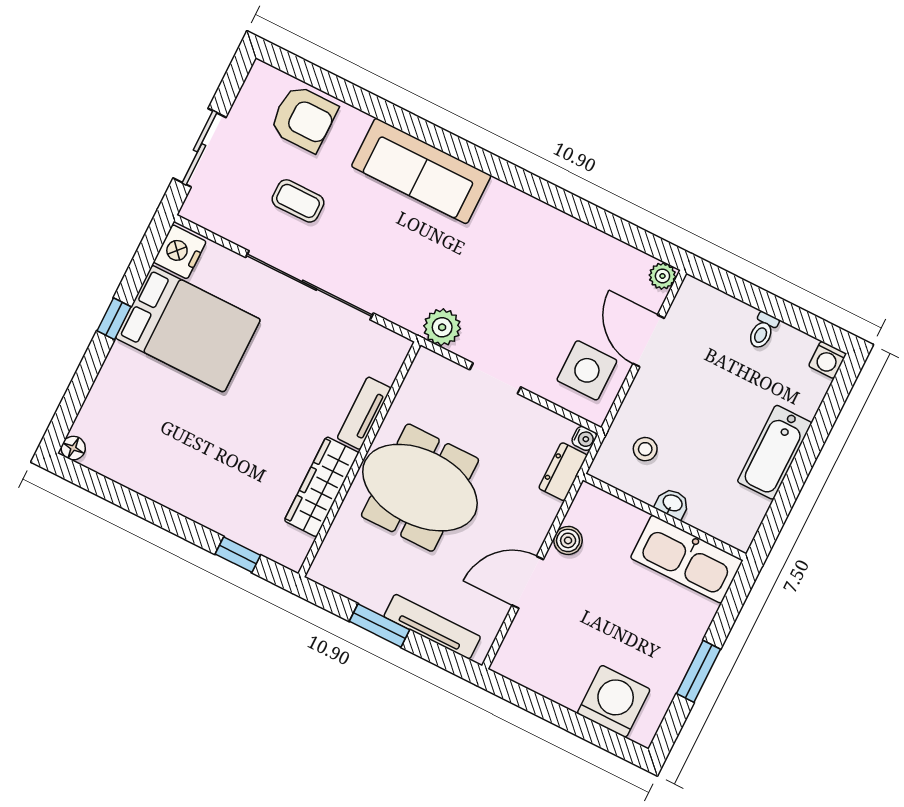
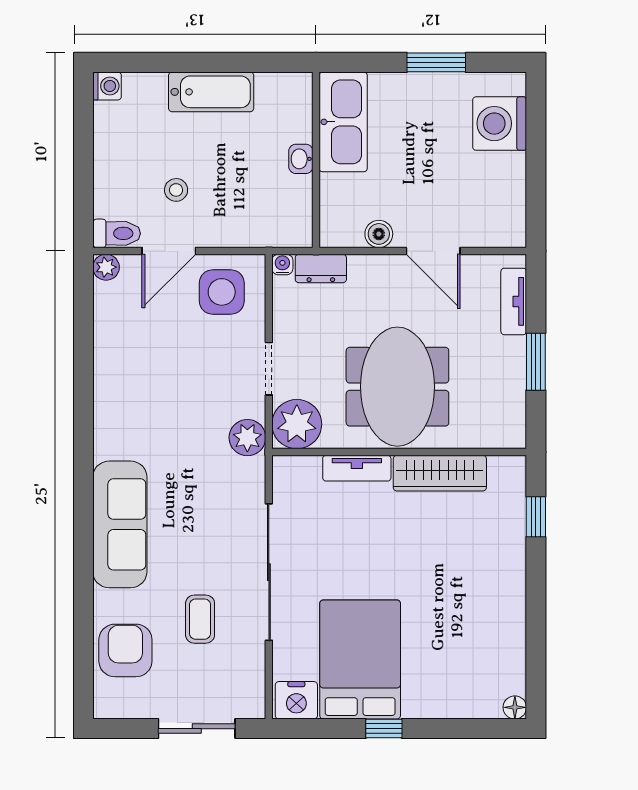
toilet: (763, 331) -> (117, 233), moved, width x1.37, depth x1.39
plant: (432, 378) -> (297, 424), added
stool: (645, 449) -> (176, 190), moved
tv unit: (432, 627) -> (514, 301), width x0.71

